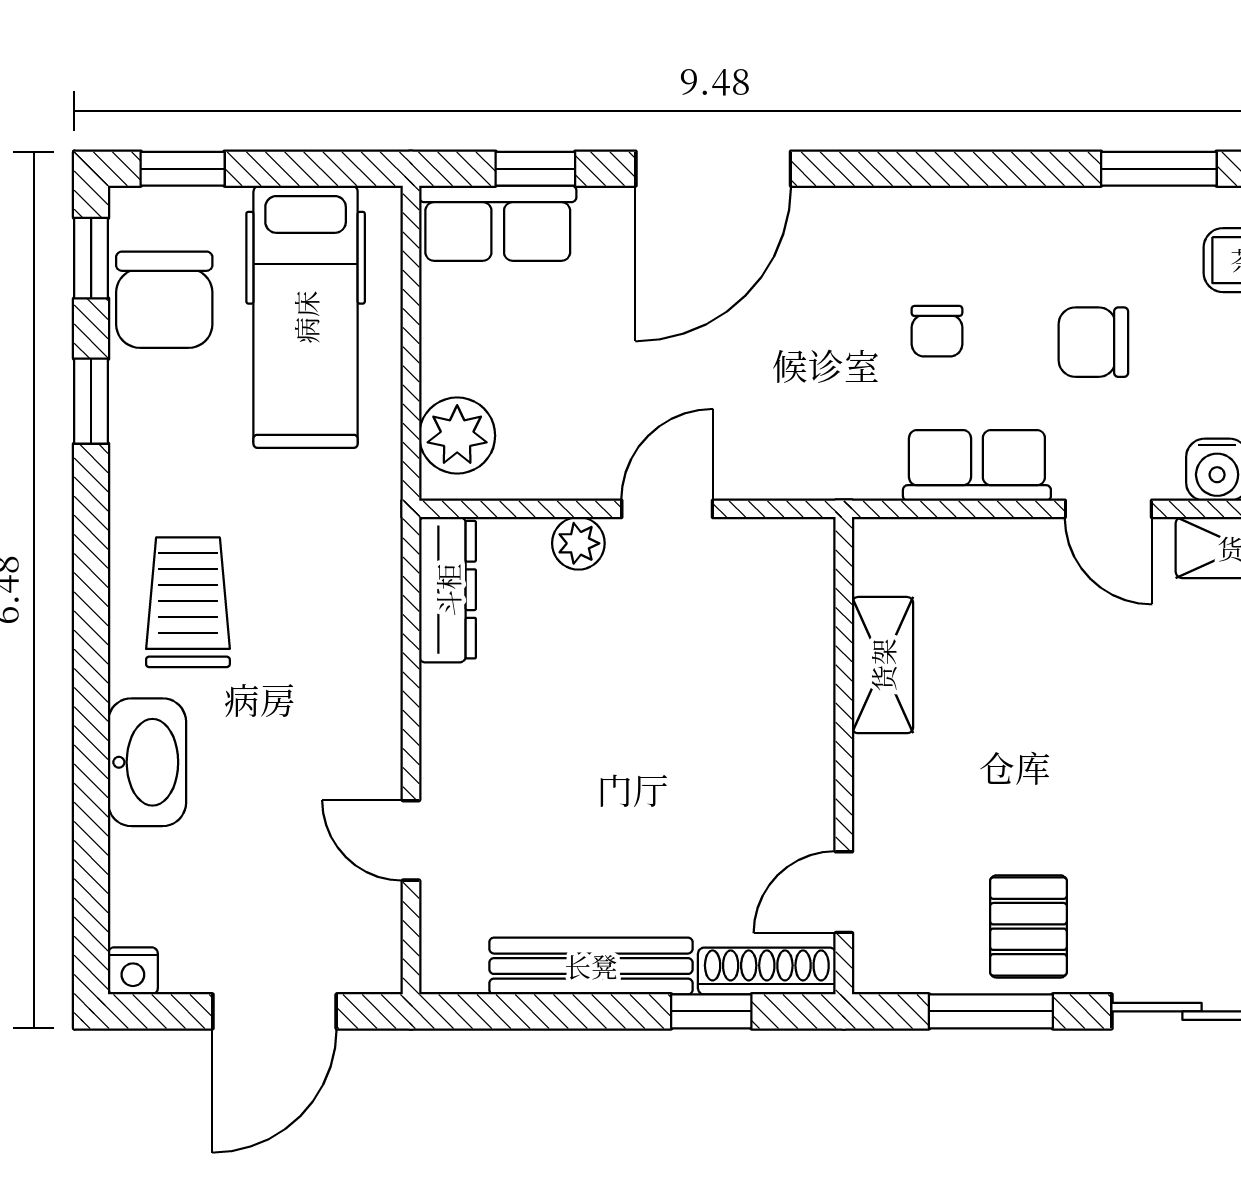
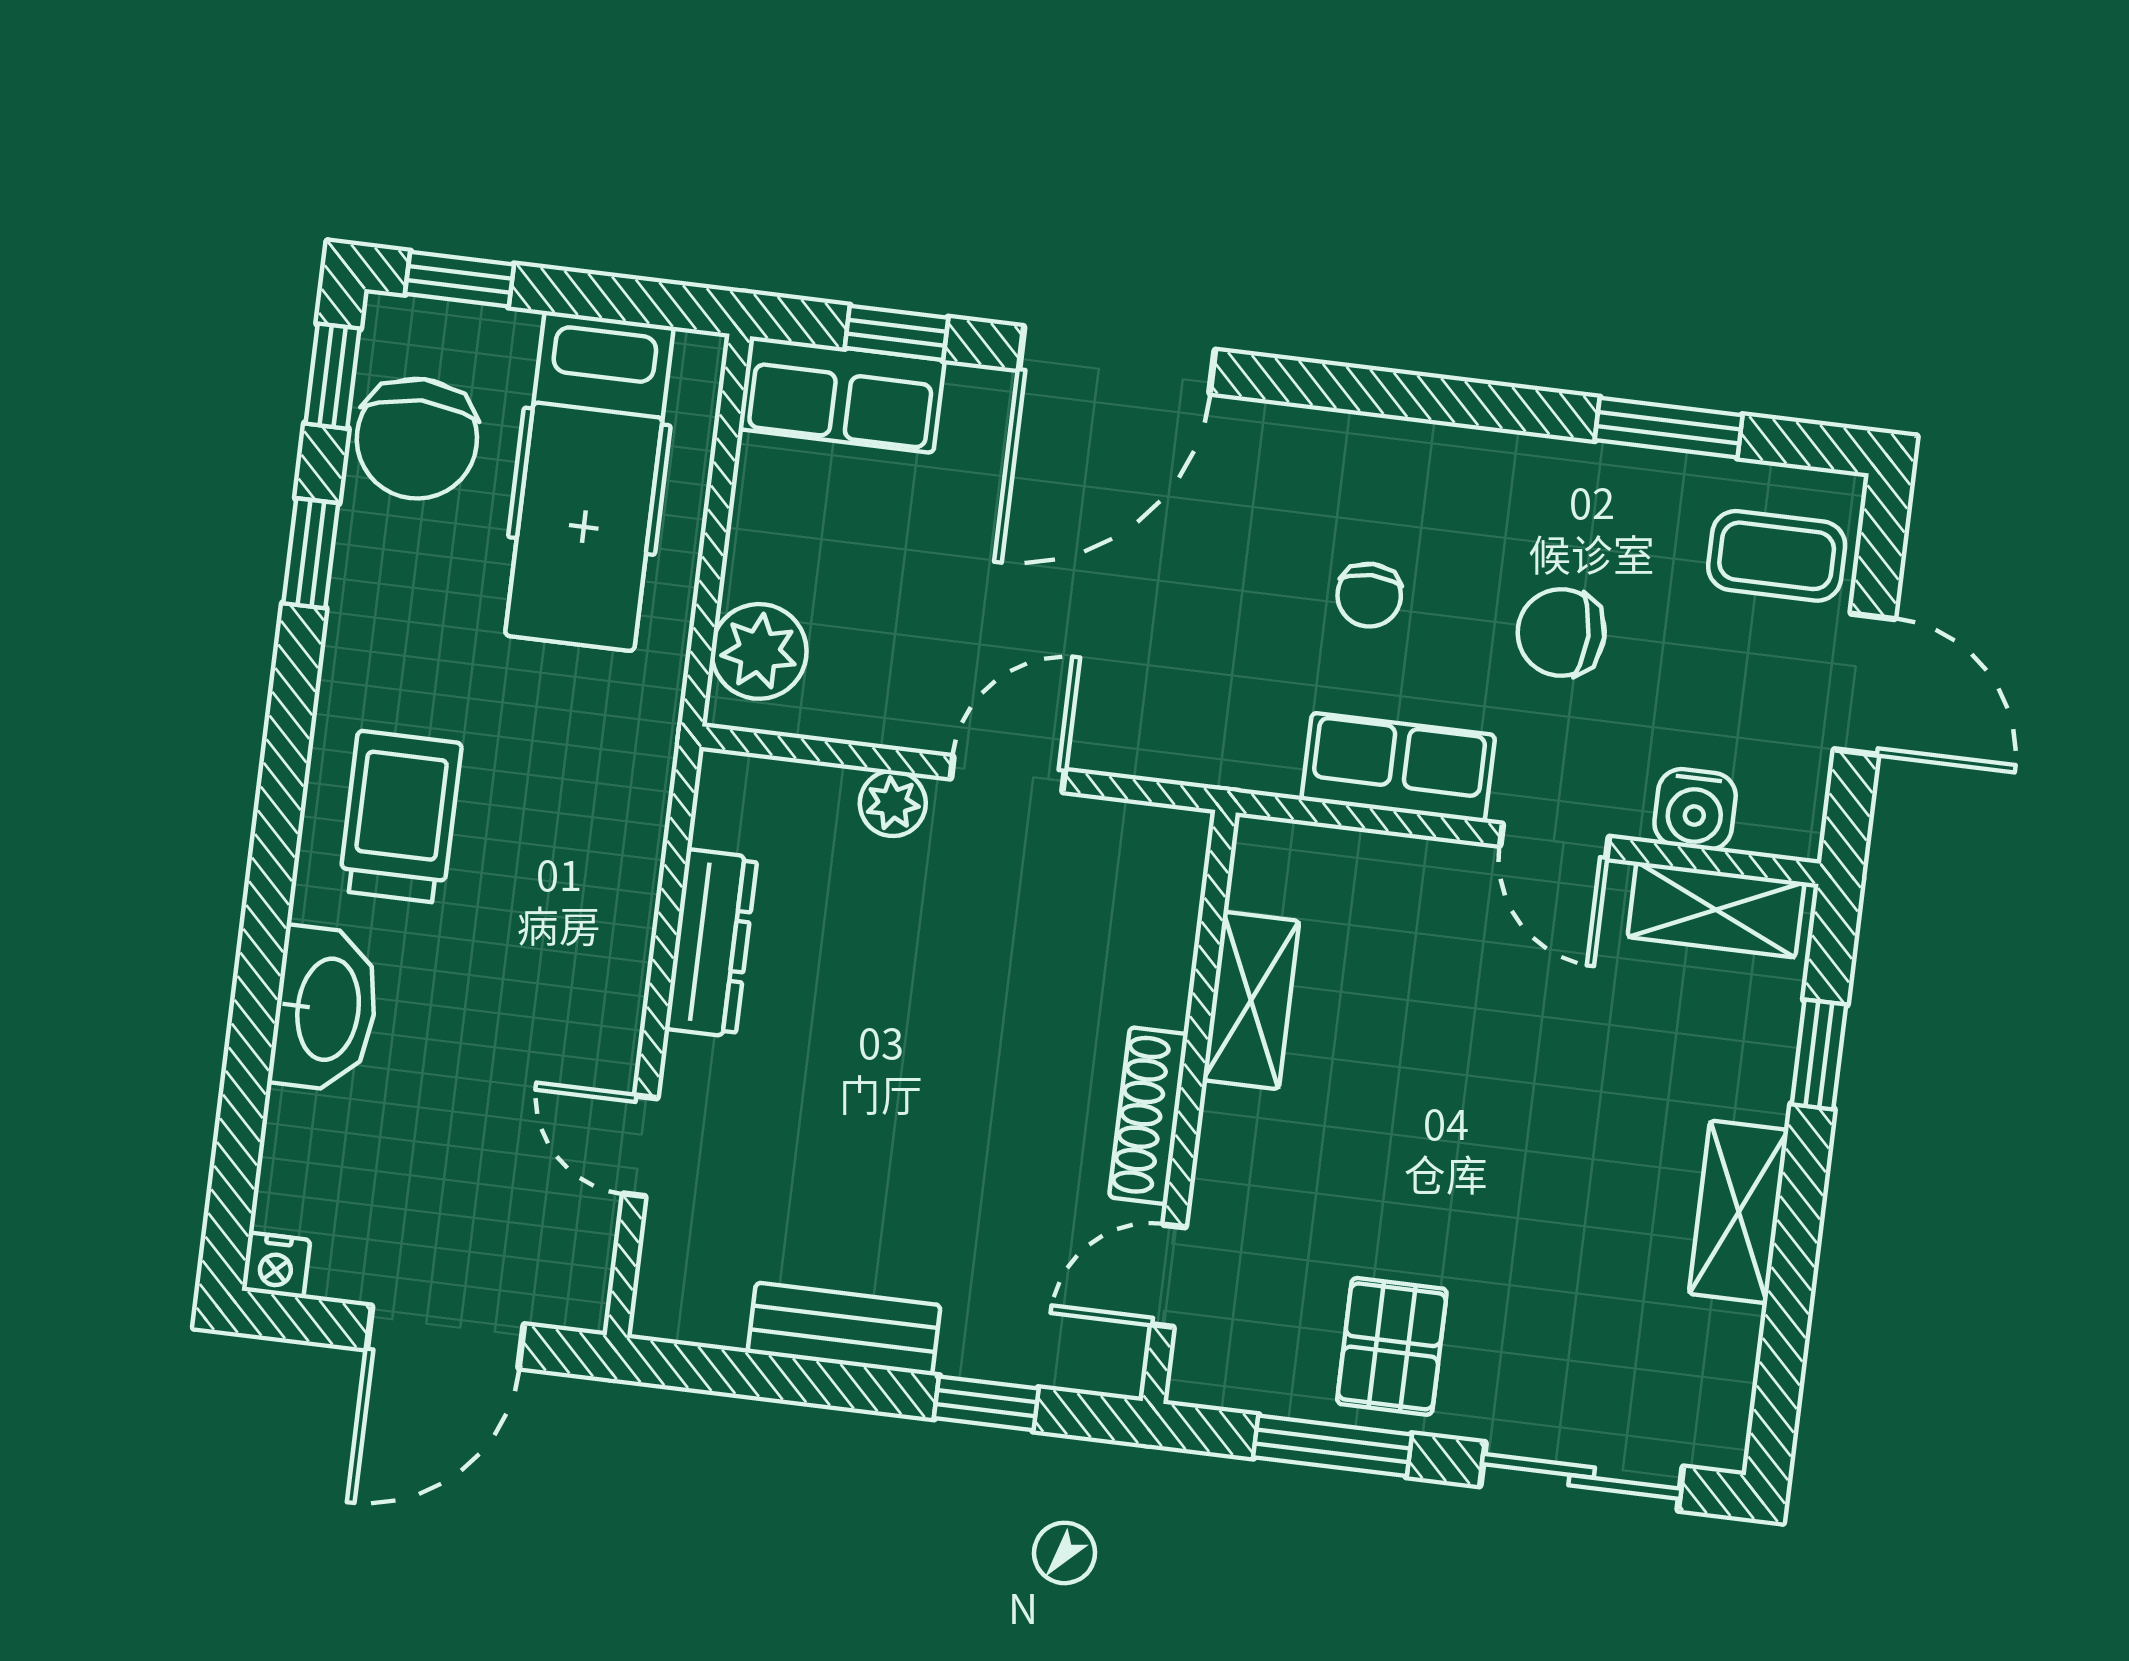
dresser: (448, 590) -> (711, 943), moved
bench: (591, 966) -> (844, 1329), width x0.73
shoe rack: (767, 971) -> (1148, 1116), moved, turned -90

